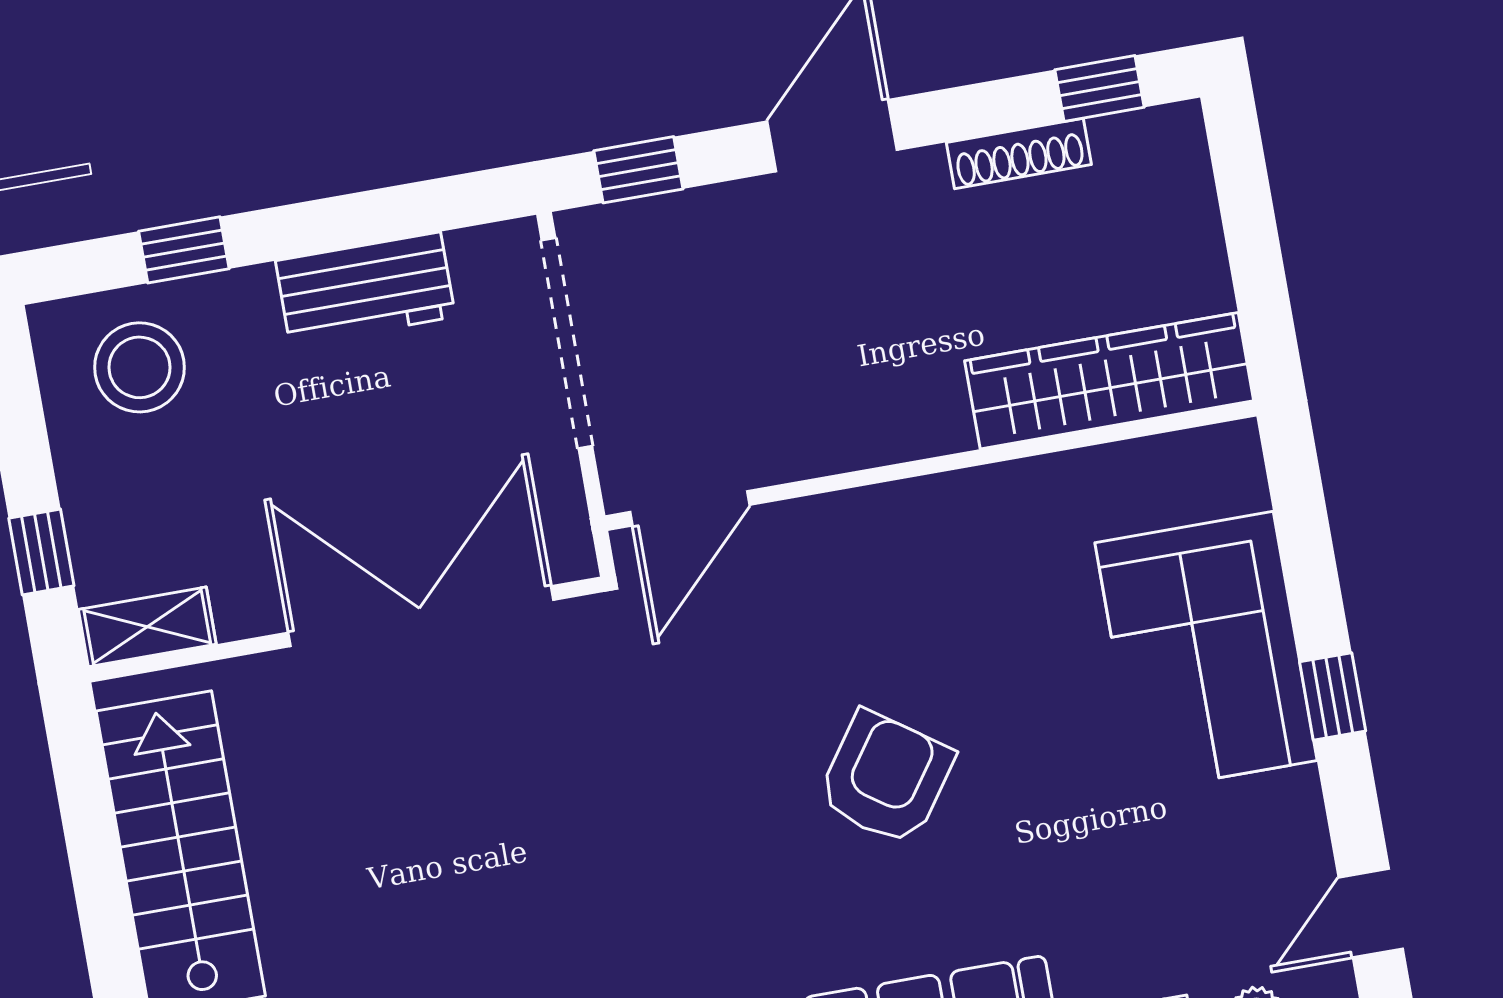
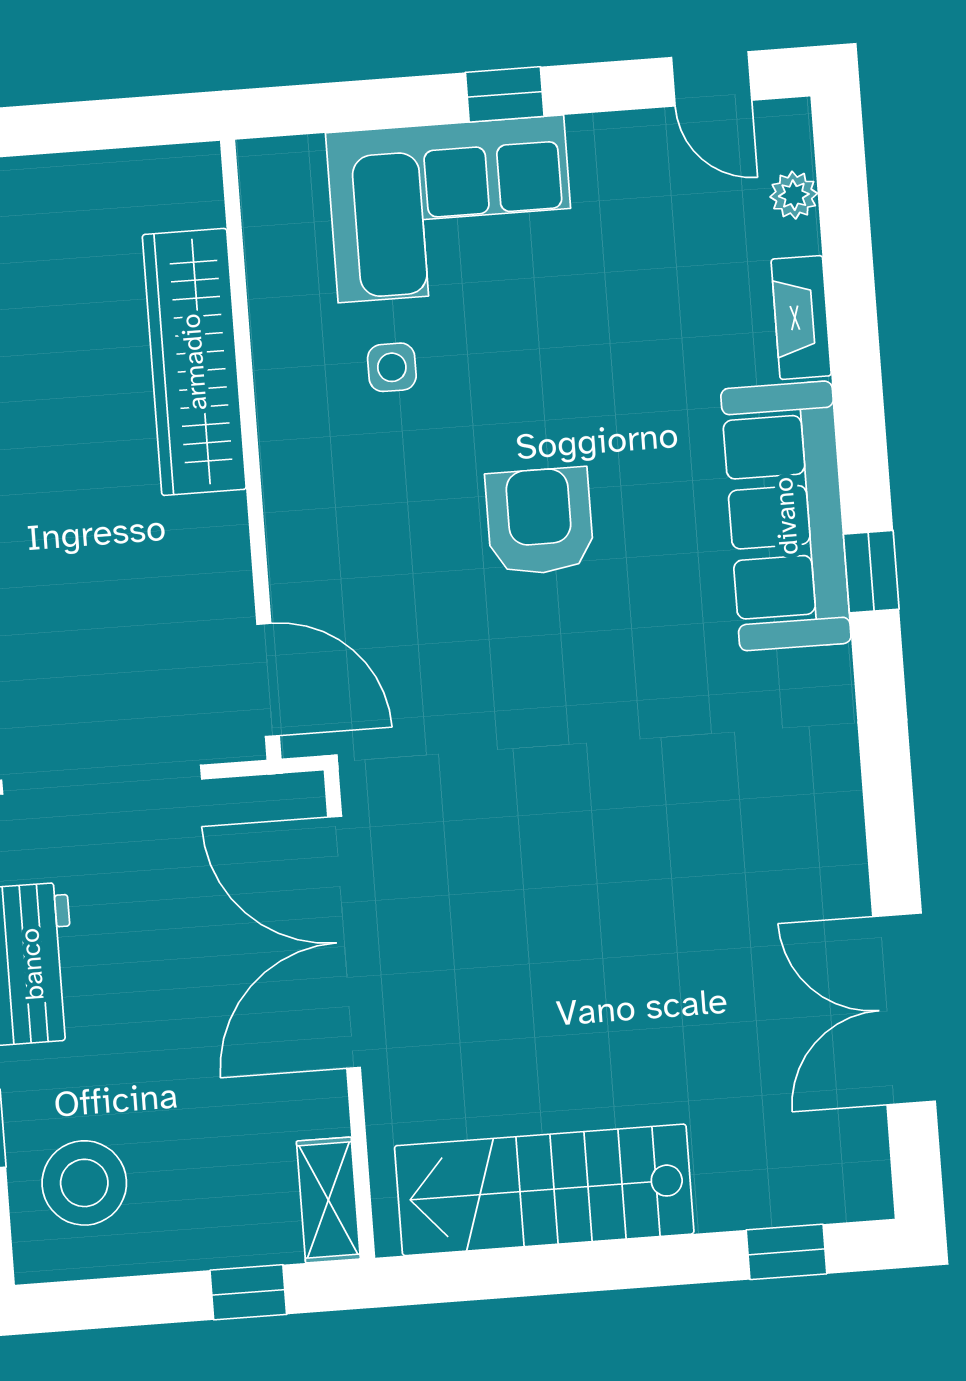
wardrobe: (1109, 381) -> (194, 362), moved
side table: (1033, 606) -> (392, 367), added
armchair: (886, 778) -> (540, 521), turned 55

